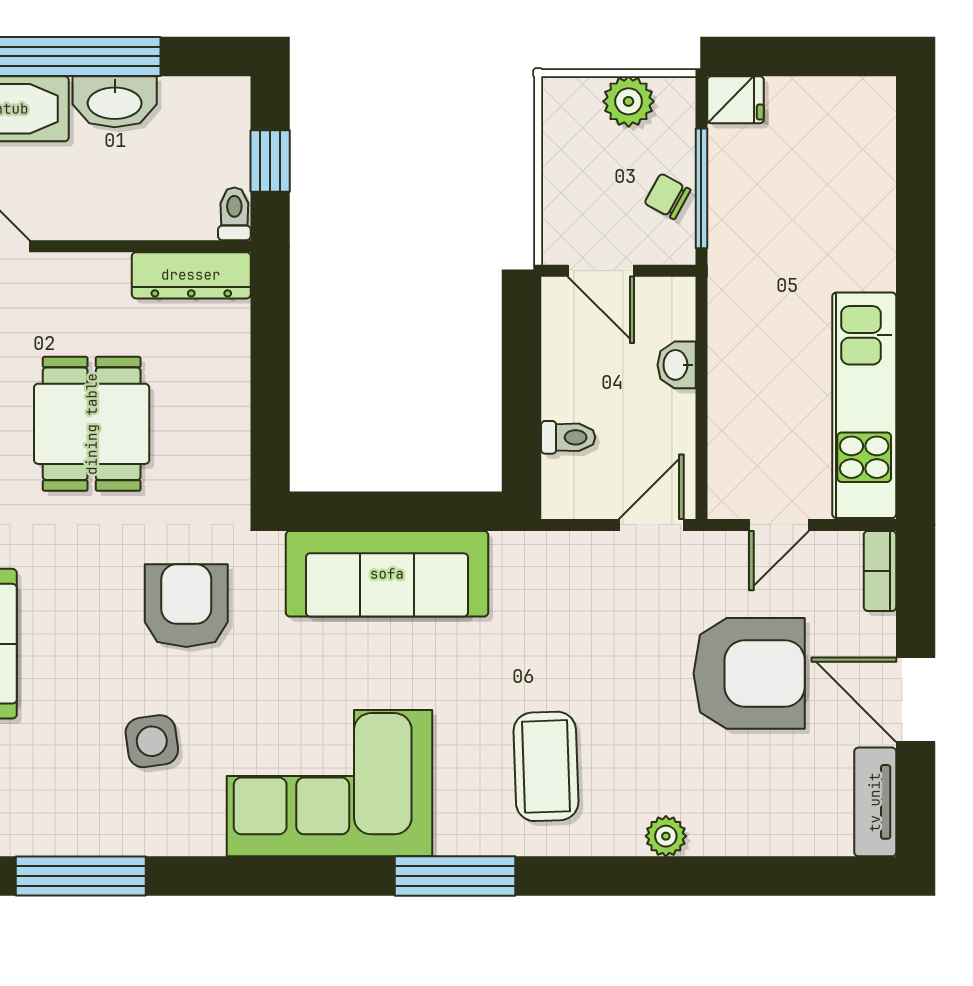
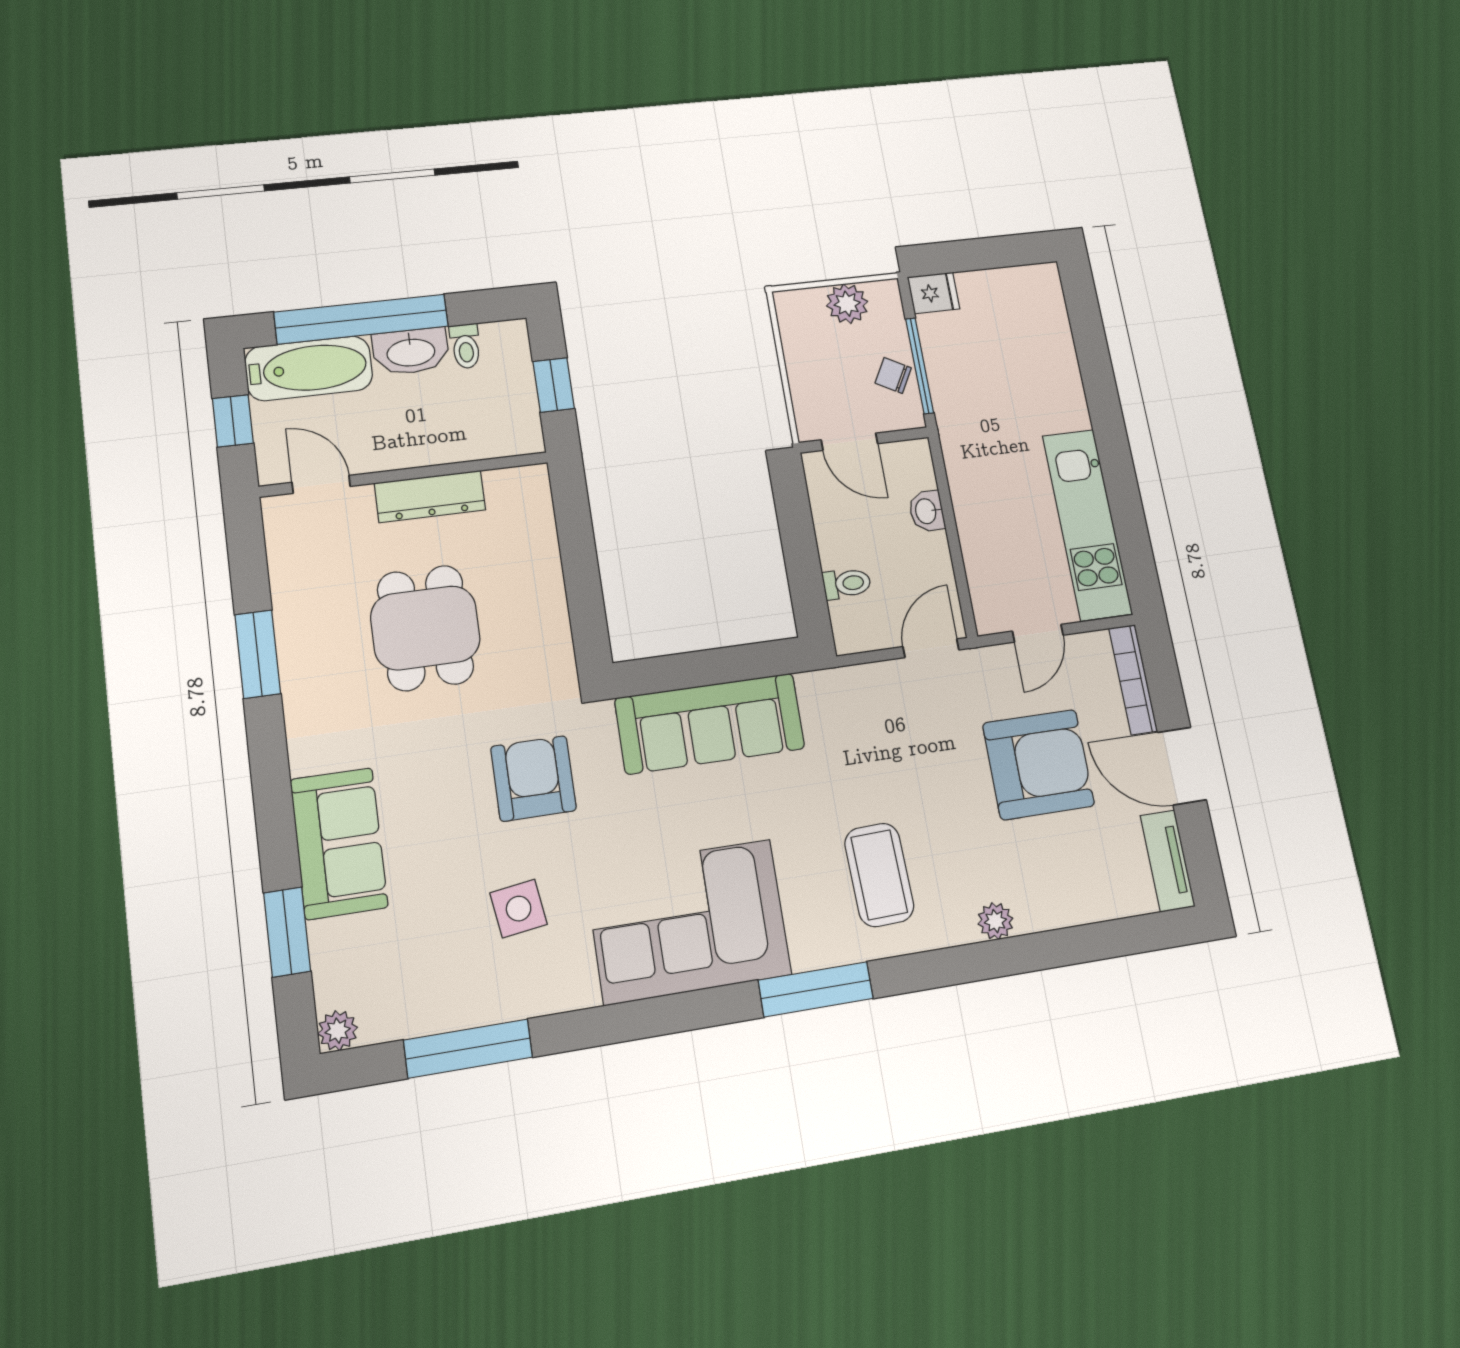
toilet: (234, 214) -> (466, 346), moved, turned 180
dresser: (191, 275) -> (430, 497), moved
bookcase: (880, 571) -> (1133, 679), width x1.56

